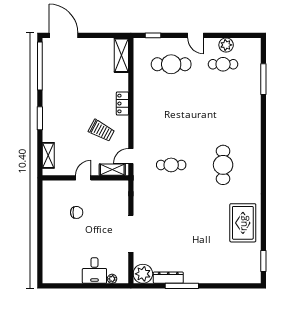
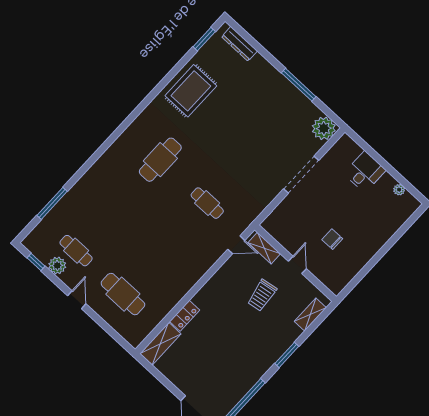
window: (153, 35) -> (36, 262), moved
locker: (122, 104) -> (185, 316), moved
trolley: (101, 130) -> (262, 295), moved, turned -127
door: (83, 178) -> (297, 265), swing flipped
dresser: (168, 278) -> (239, 44), moved
plant: (112, 279) -> (399, 190), moved

